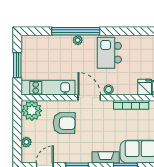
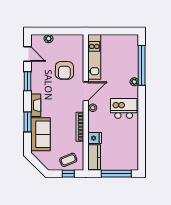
window: (76, 31) -> (142, 65), moved
window: (17, 65) -> (113, 31), removed
plant: (32, 111) -> (75, 43), removed

